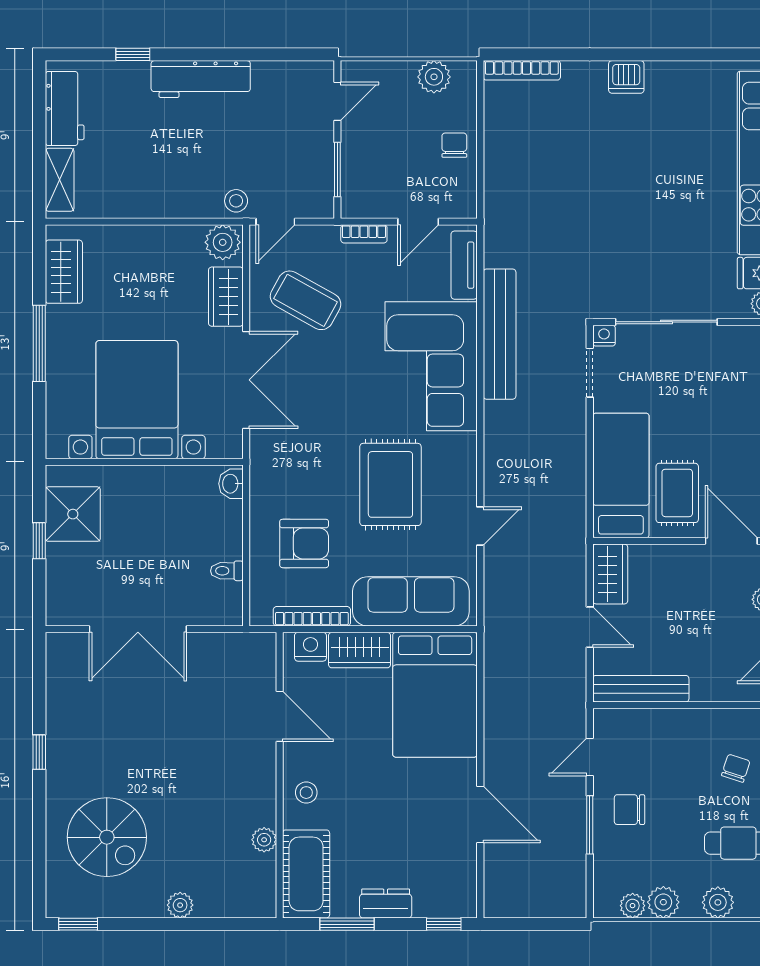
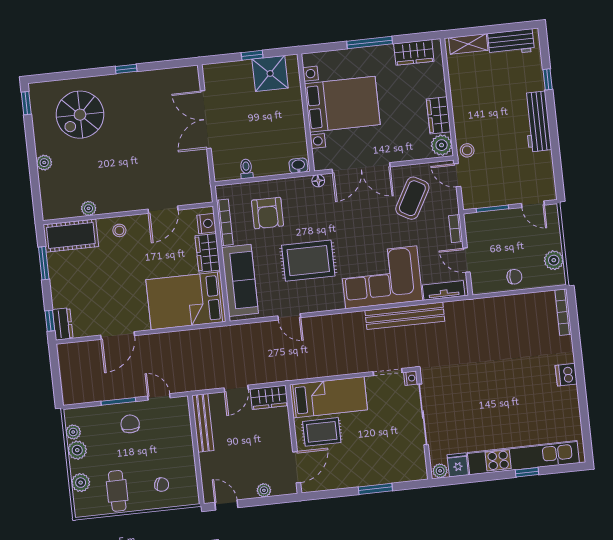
wardrobe: (226, 297) -> (439, 115), moved, turned -90
floor lamp: (260, 453) -> (318, 181), added
dresser: (386, 903) -> (63, 324), moved

